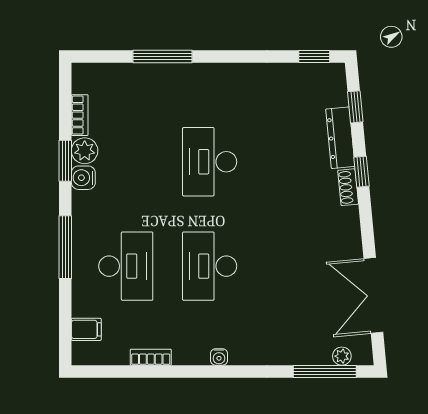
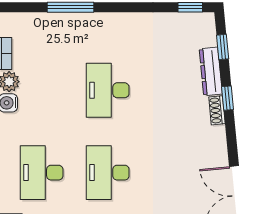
desk: (126, 266) -> (42, 173), turned 180

